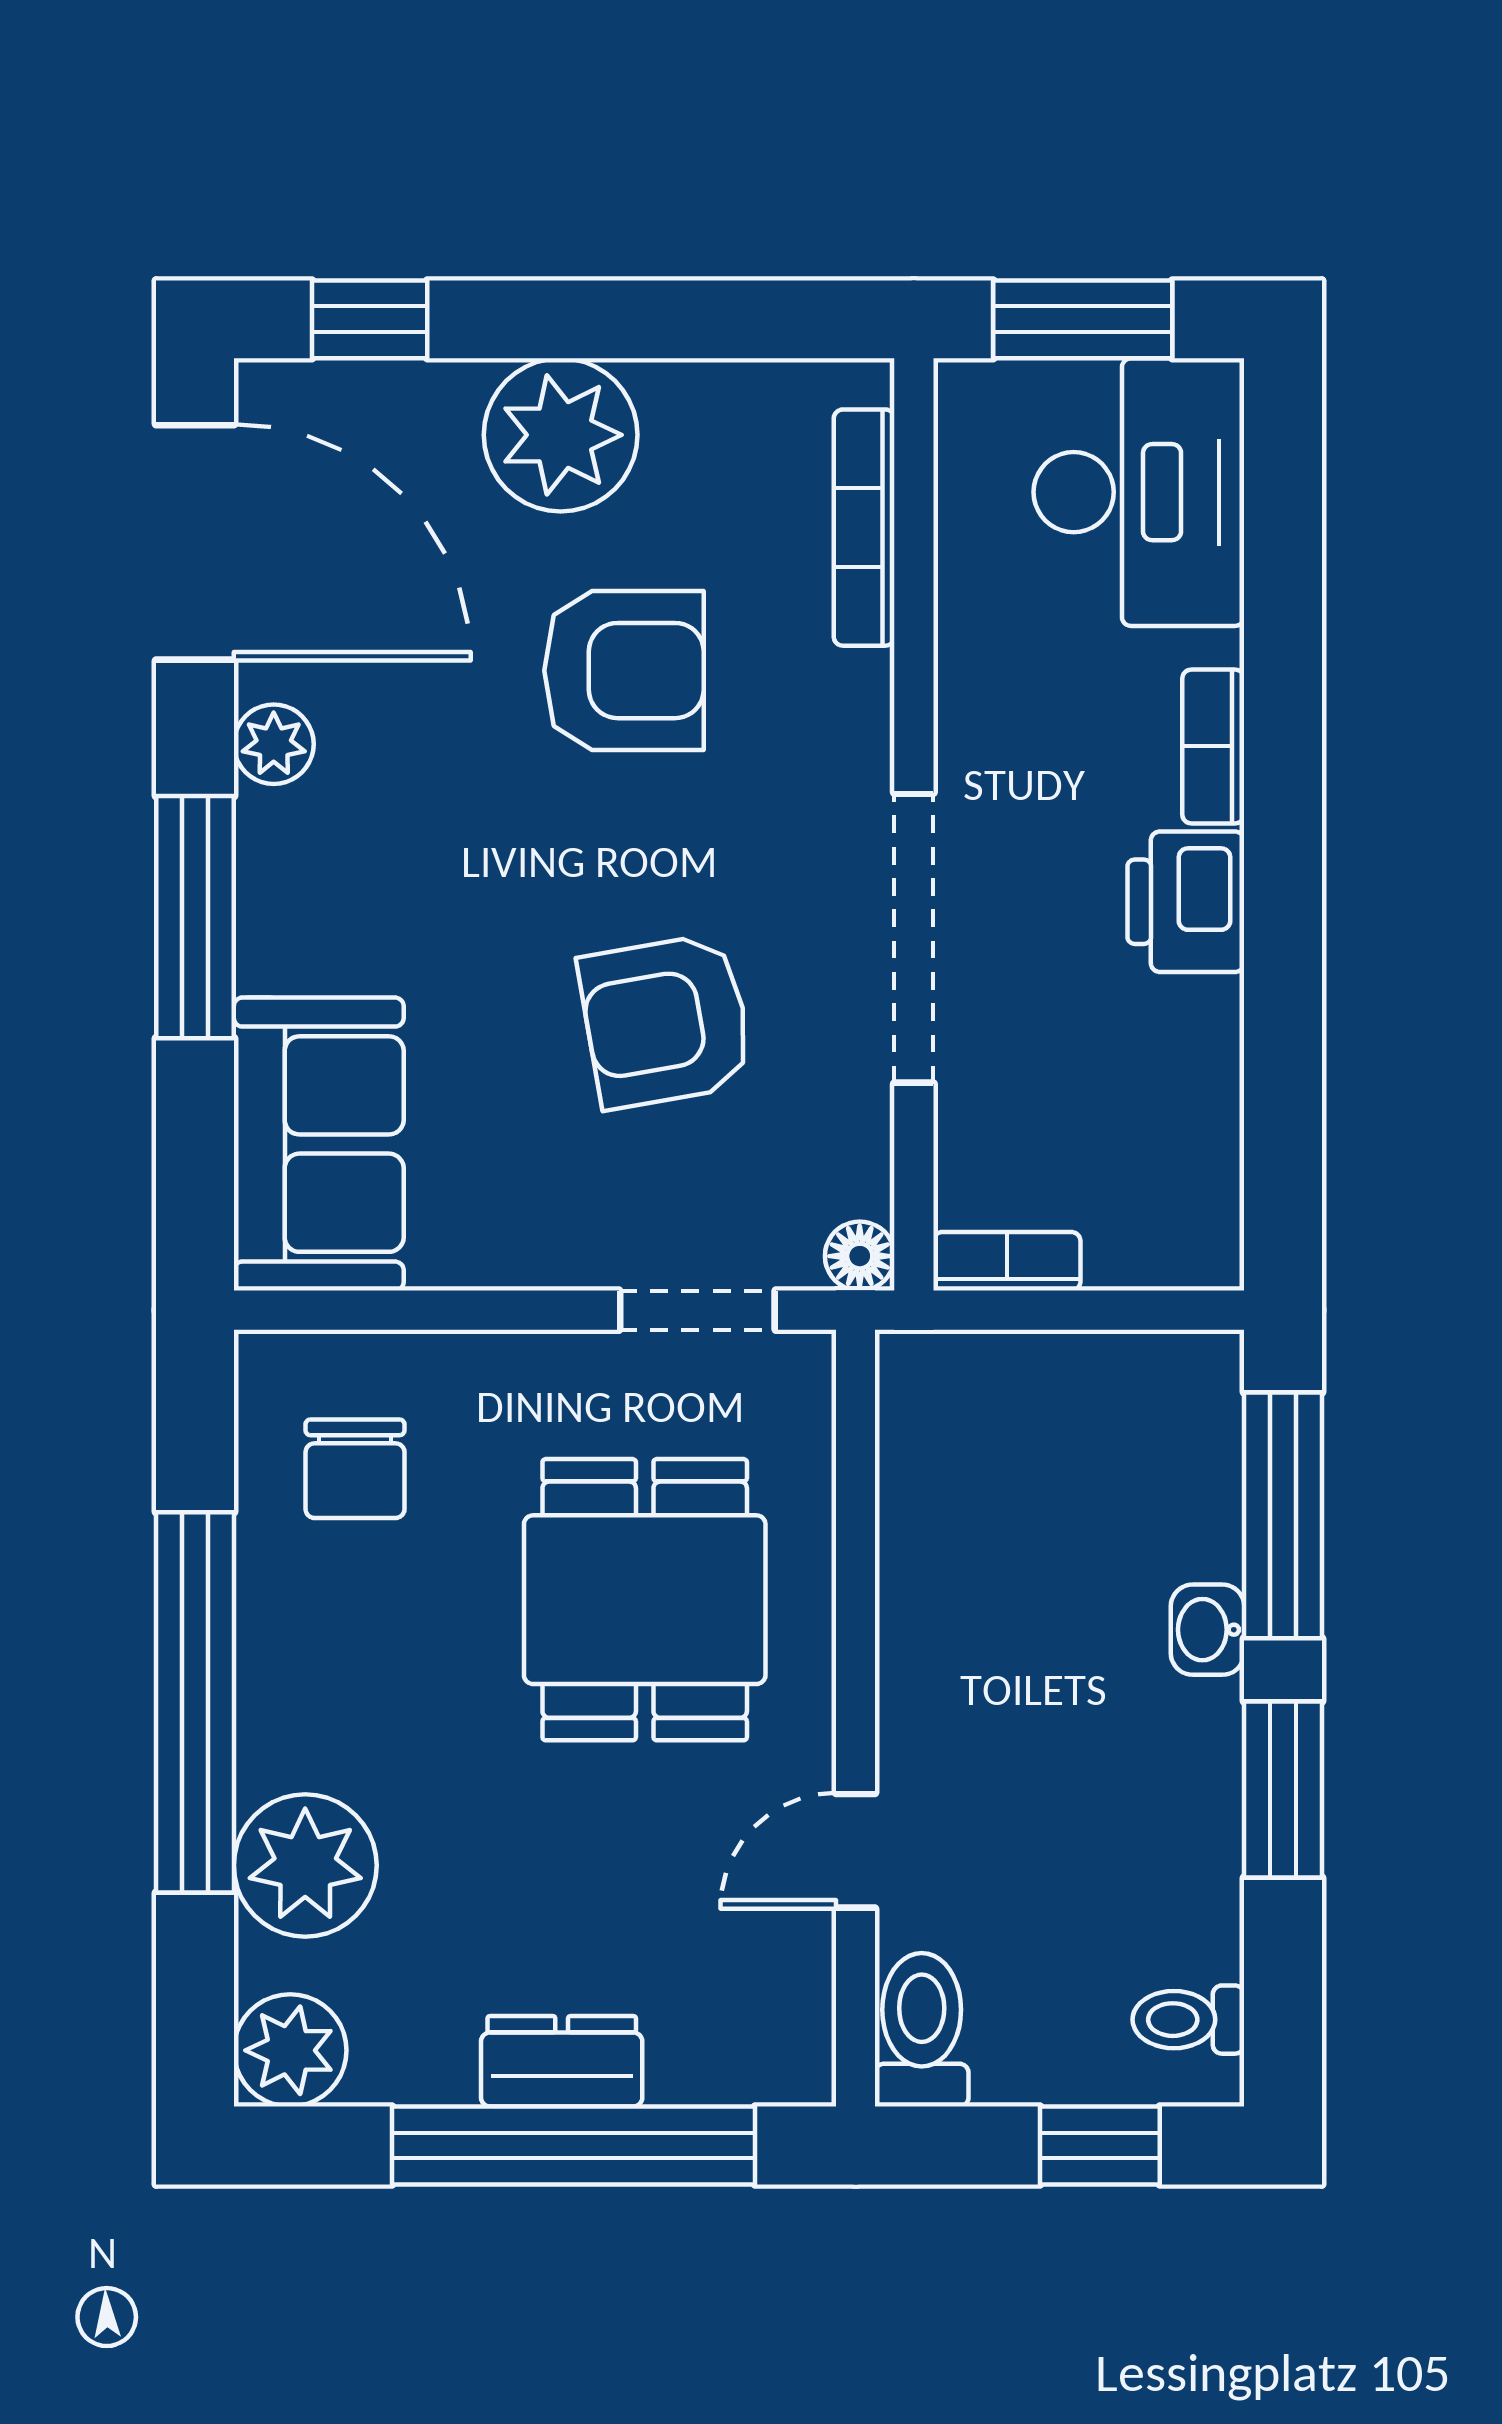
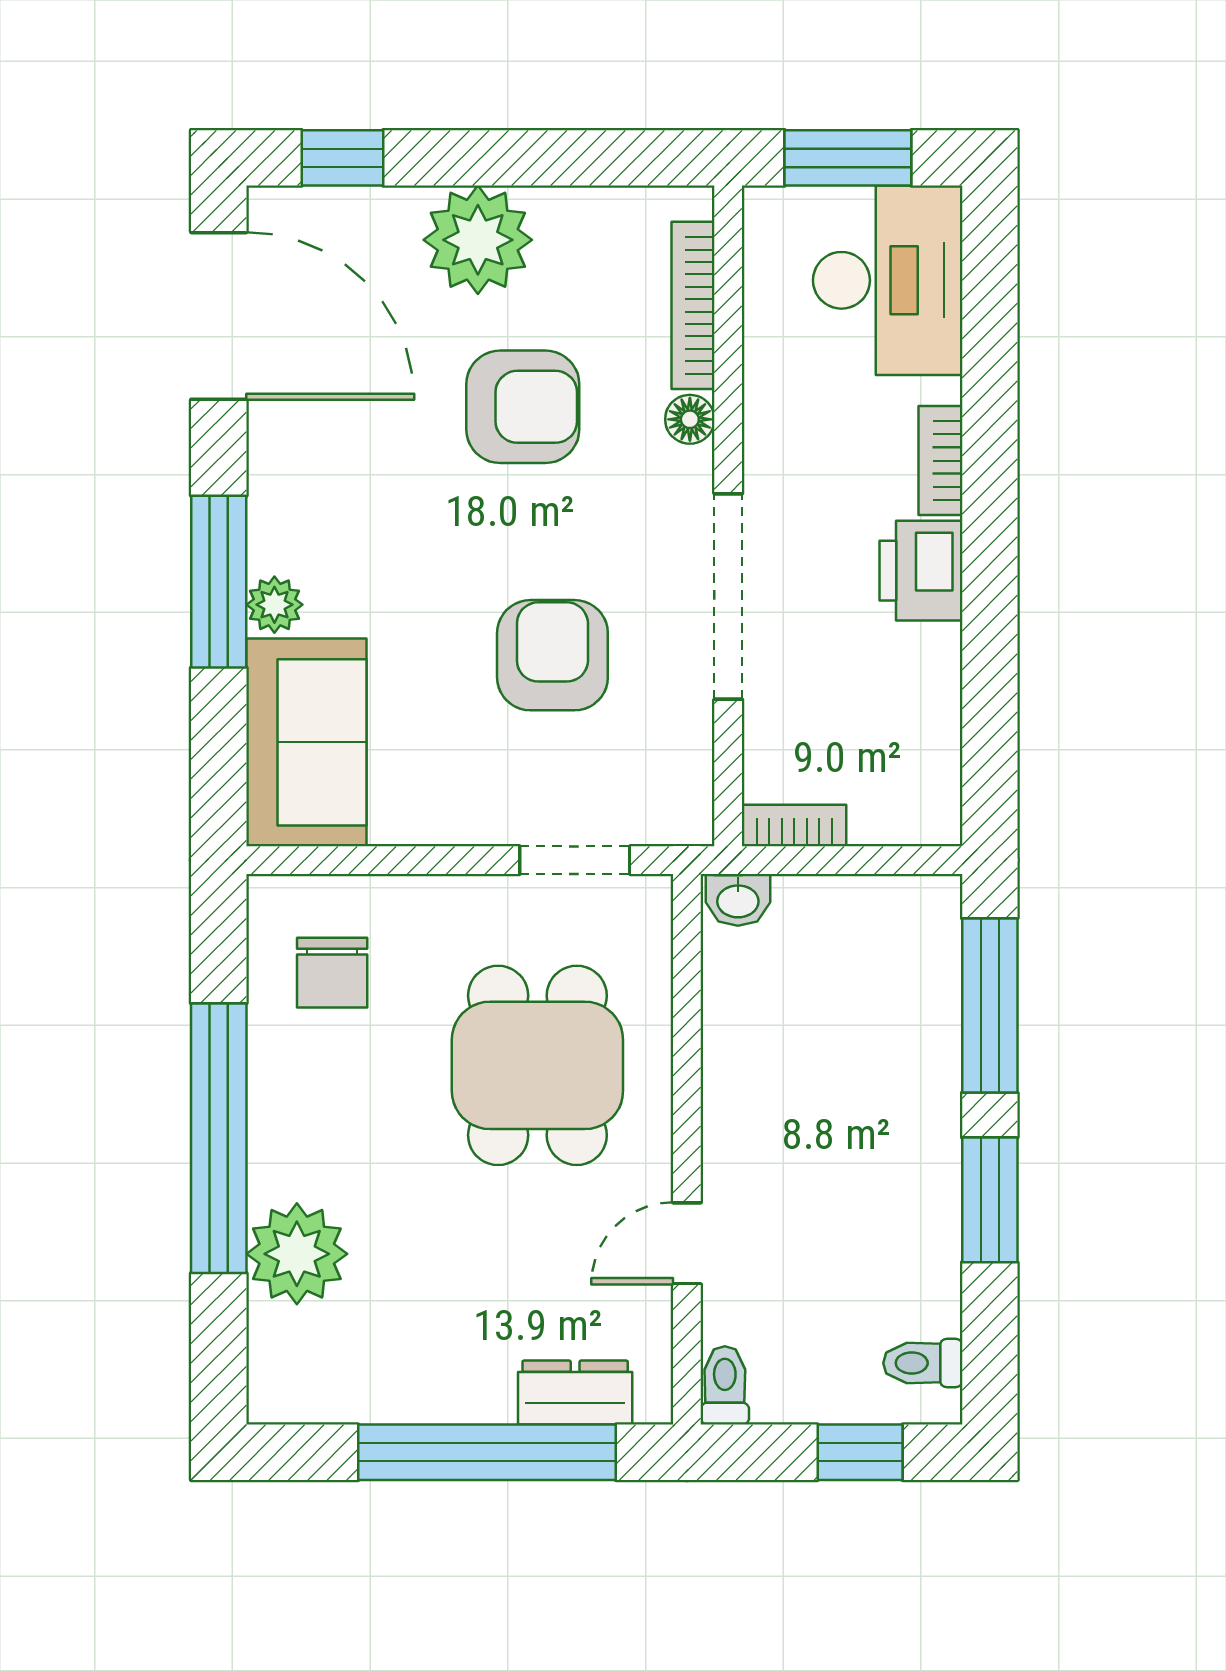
plant: (274, 744) -> (274, 605), moved
armchair: (666, 1021) -> (552, 655), turned 100
floor lamp: (860, 1256) -> (690, 419), moved
washbasin: (1207, 1630) -> (738, 900), moved, turned -90
toilet: (922, 2030) -> (725, 1385), width x0.73, depth x0.72
plant: (290, 2050) -> (286, 1385), removed
dresser: (562, 2061) -> (575, 1393), moved

